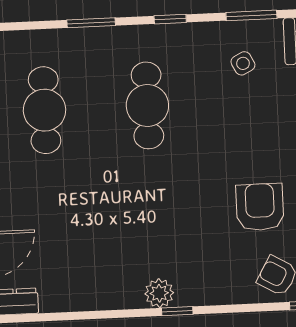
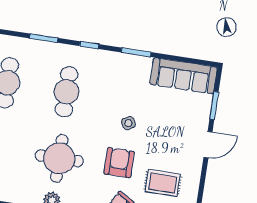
side table: (243, 63) -> (128, 123), moved
round table: (158, 220) -> (59, 158), added

